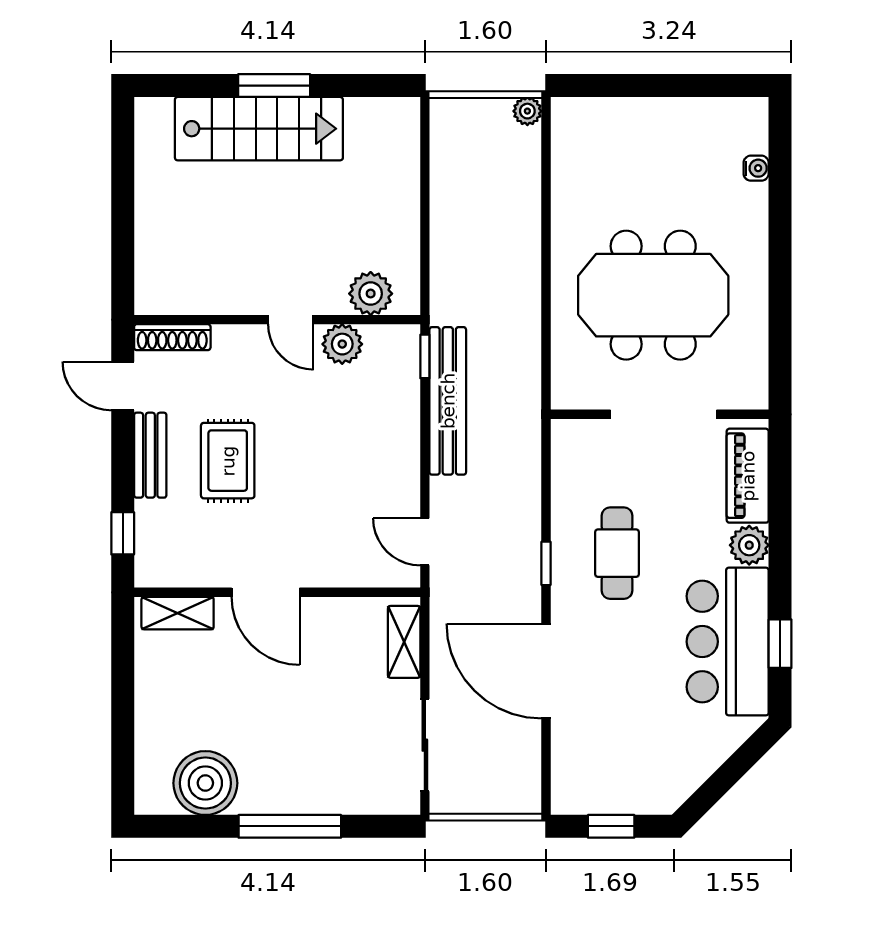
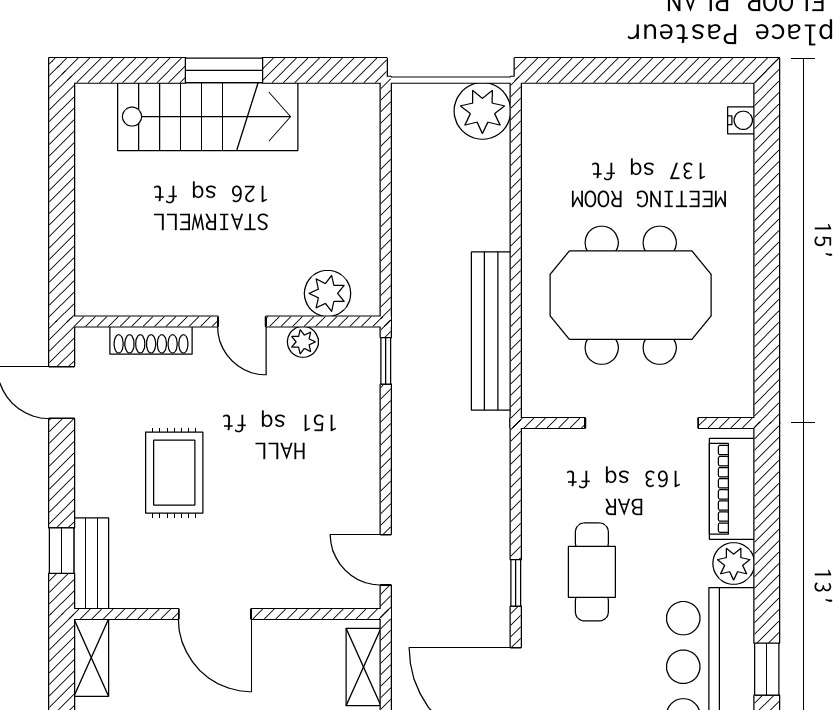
plant: (527, 111) -> (482, 111), width x1.87, depth x1.87
water cooler: (756, 168) -> (741, 120), moved
shoe rack: (172, 337) -> (151, 340), moved
plant: (342, 344) -> (303, 342), width x0.73, depth x0.73
bench: (448, 401) -> (491, 331), moved
bench: (150, 455) -> (91, 563), moved
shelving: (178, 613) -> (91, 658), moved, turned 90

